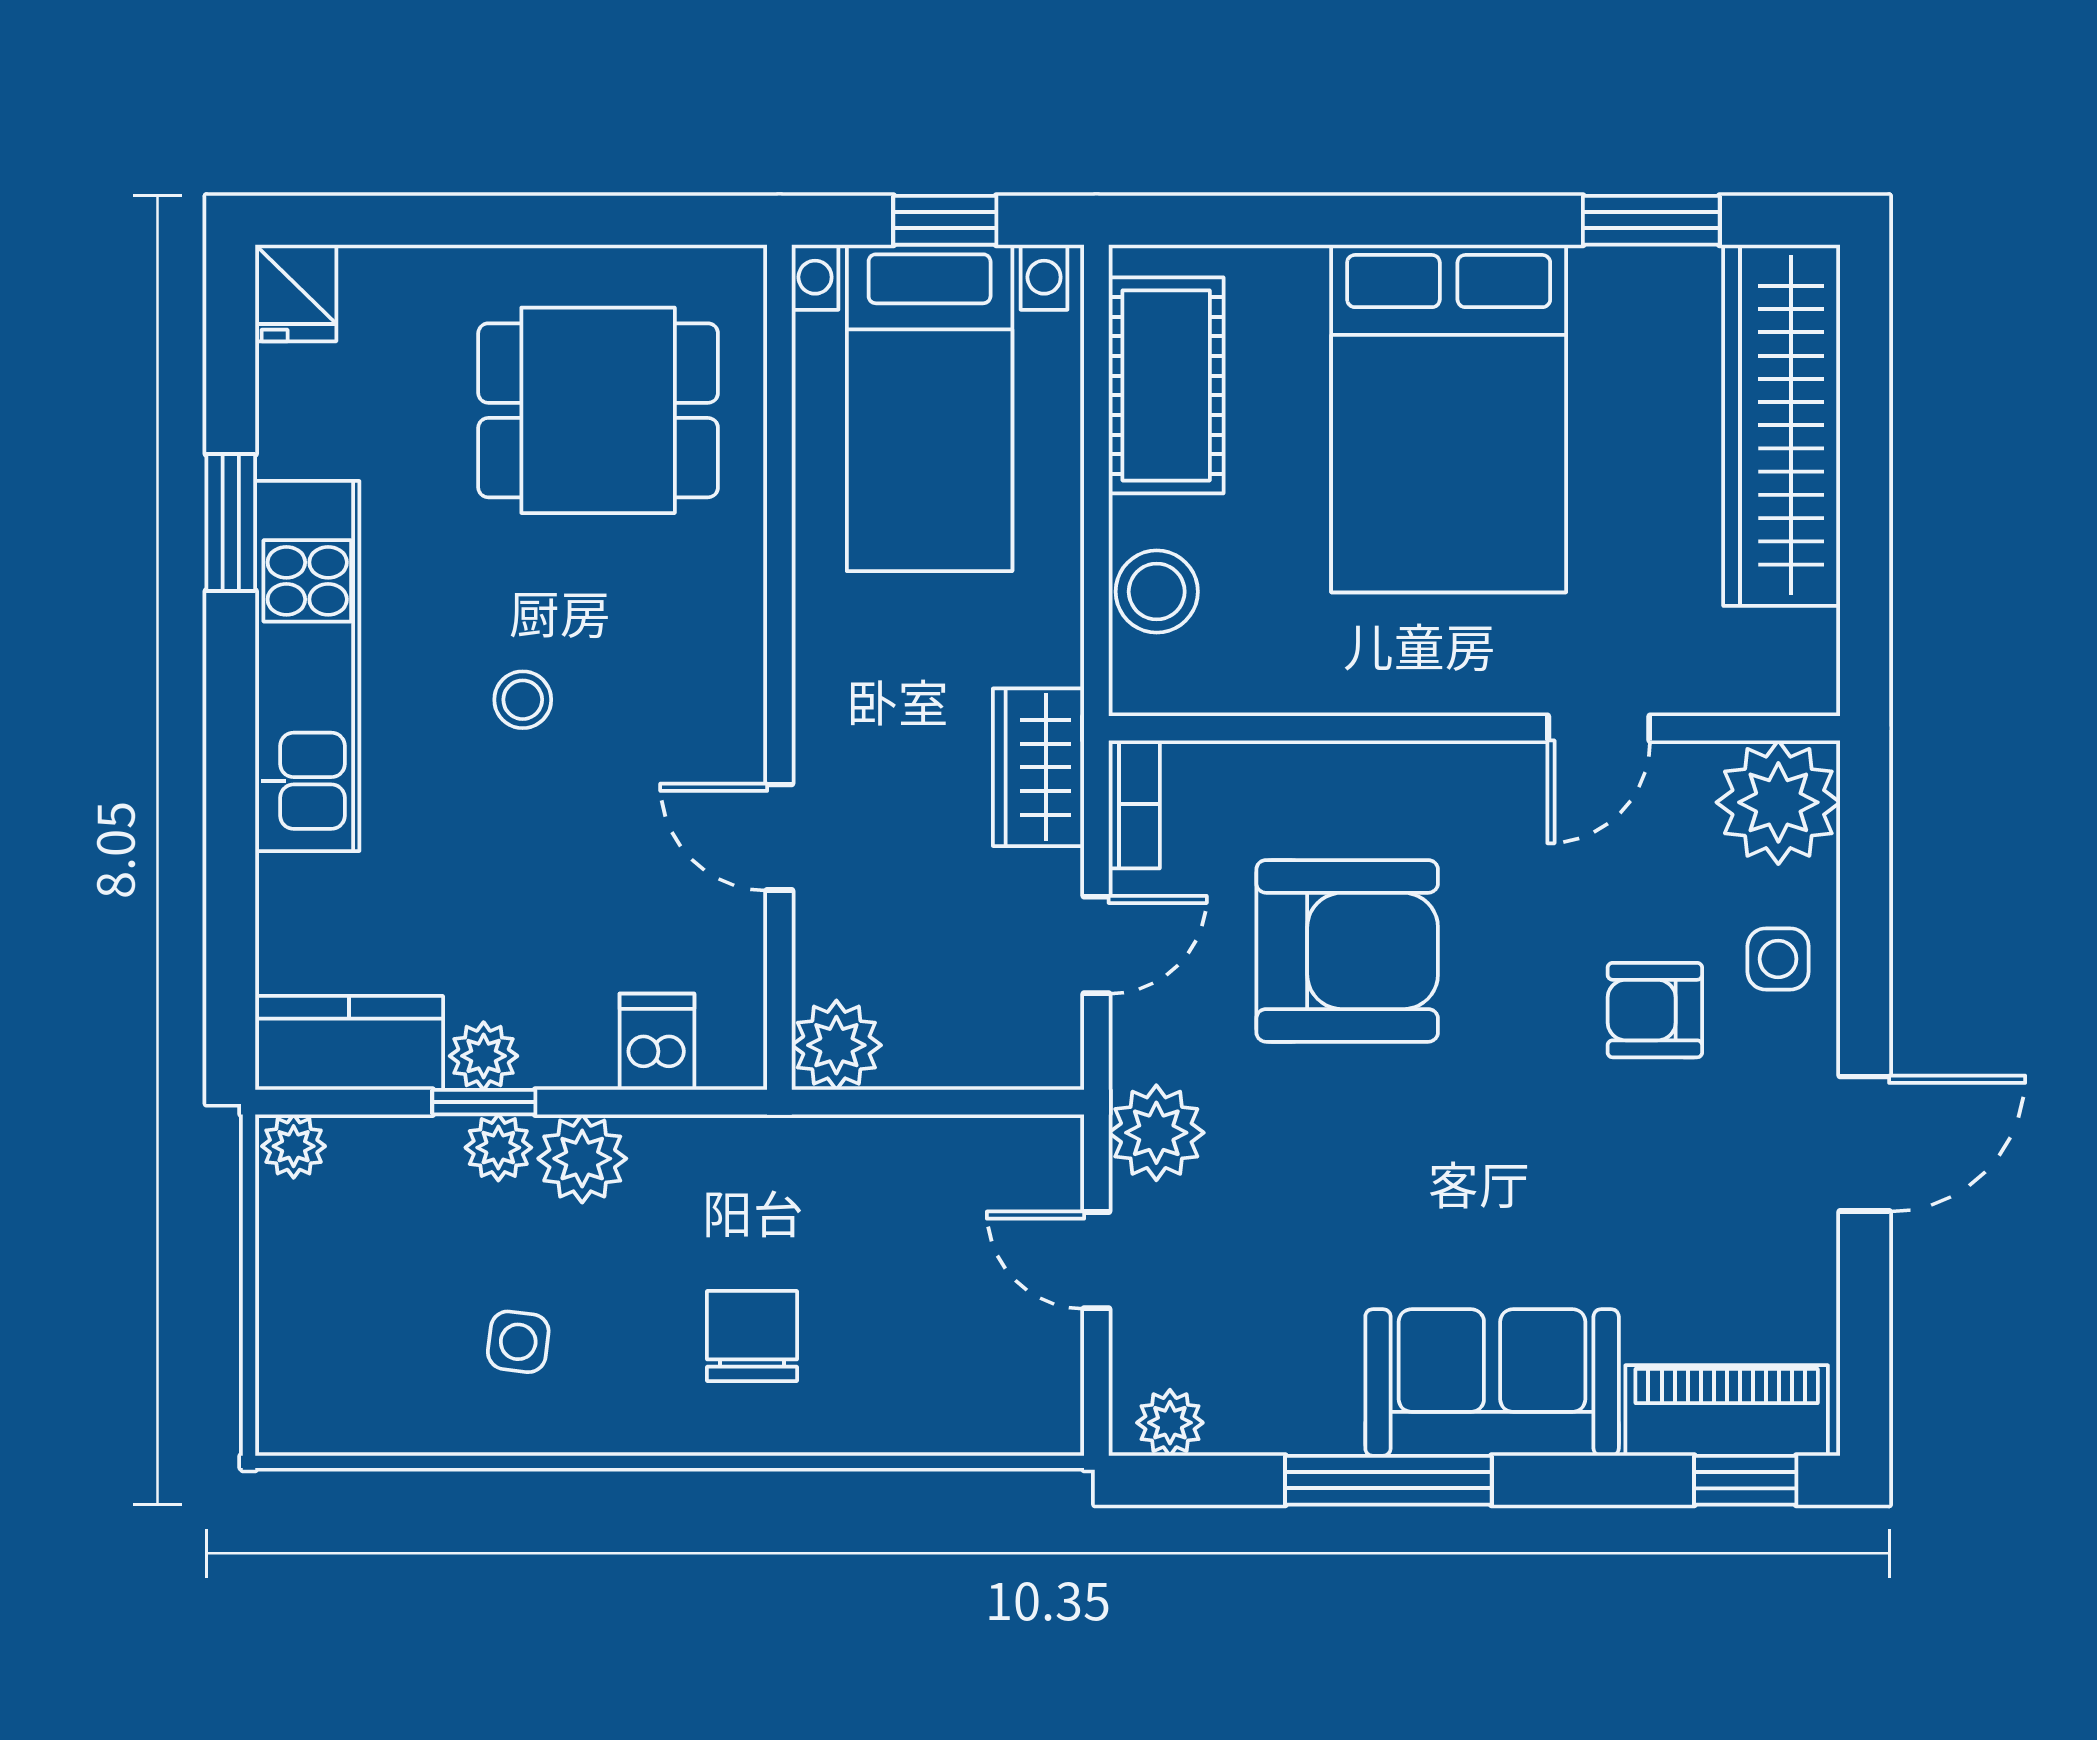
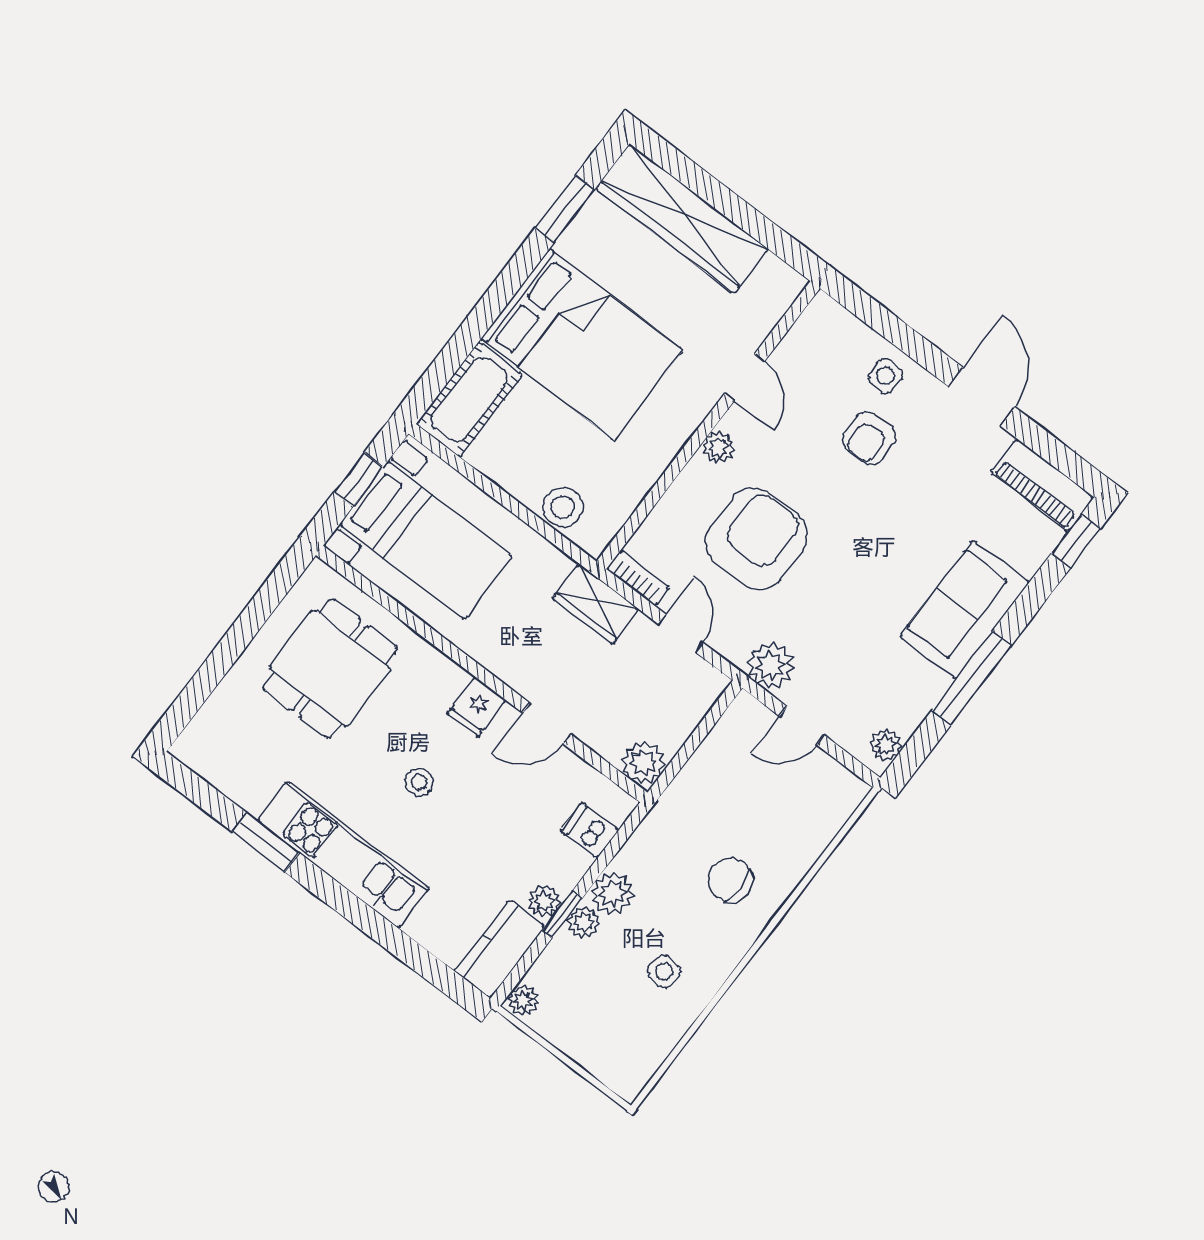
fridge: (296, 293) -> (477, 707), moved, turned 90
cot: (1166, 385) -> (469, 399), moved, turned 90
plant: (1778, 802) -> (719, 447), moved, width x0.53, depth x0.53
piano: (1727, 1410) -> (1042, 485), moved, turned -90

